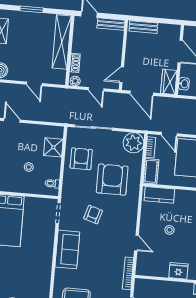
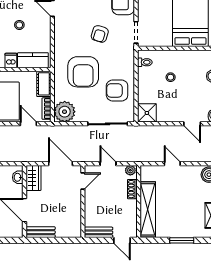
bench: (143, 27) -> (41, 232), moved
shower: (53, 147) -> (147, 113), moved
armchair: (81, 159) -> (117, 90), turned 90
dishwasher: (181, 196) -> (11, 60), added

